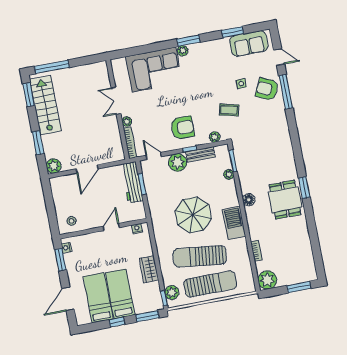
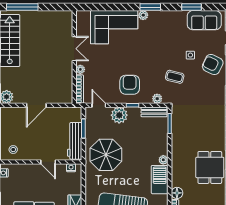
double door: (116, 101) -> (74, 49), swing flipped
armchair: (182, 128) -> (130, 85), turned -90
bench: (201, 154) -> (154, 112), moved
plant: (229, 174) -> (163, 160), moved
workbench: (132, 182) -> (75, 141), moved
floor lamp: (249, 200) -> (177, 193), moved
parasol: (193, 215) -> (106, 155), moved
door: (111, 227) -> (48, 162), swing flipped

